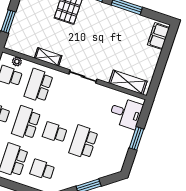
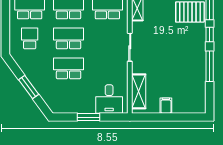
filing cabinet: (159, 36) -> (166, 106), moved, width x0.50
school desk: (55, 132) -> (69, 38), width x1.85

